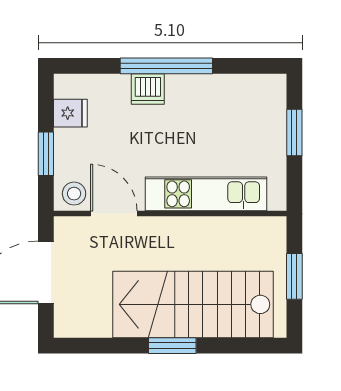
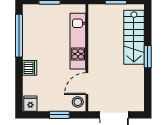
window: (166, 66) -> (19, 36), moved
fridge: (70, 113) -> (30, 104), moved
stairs: (193, 304) -> (134, 37), width x0.73, depth x0.66

